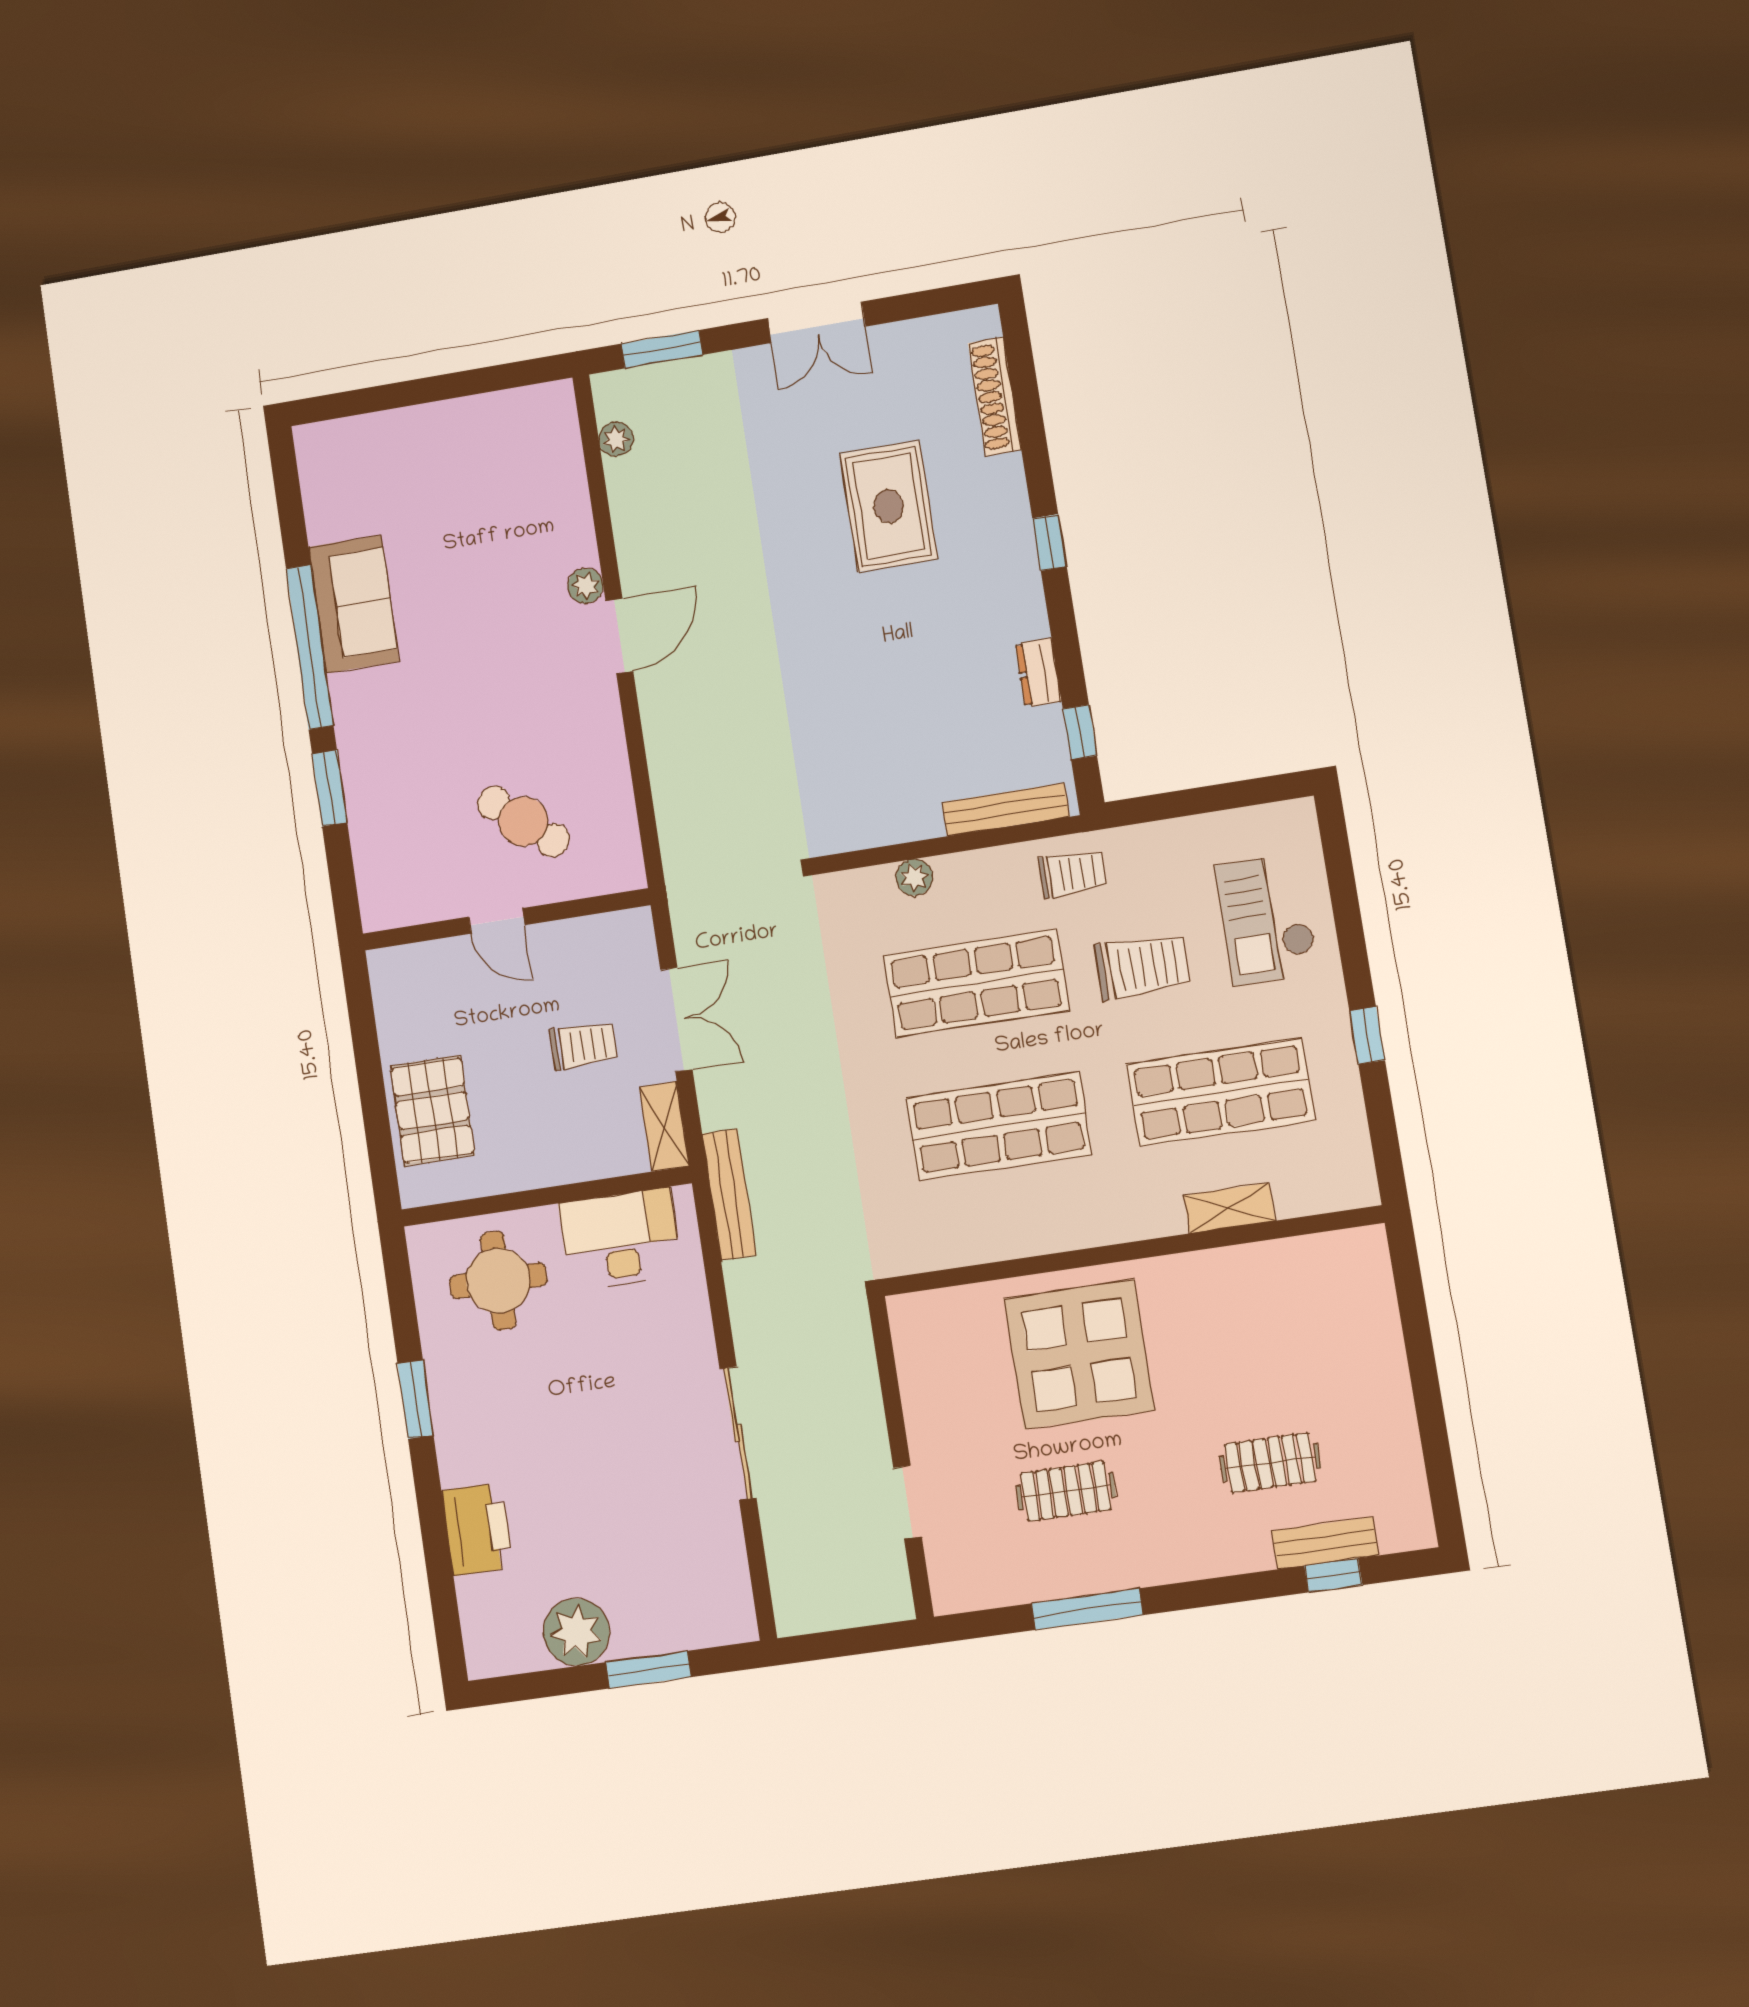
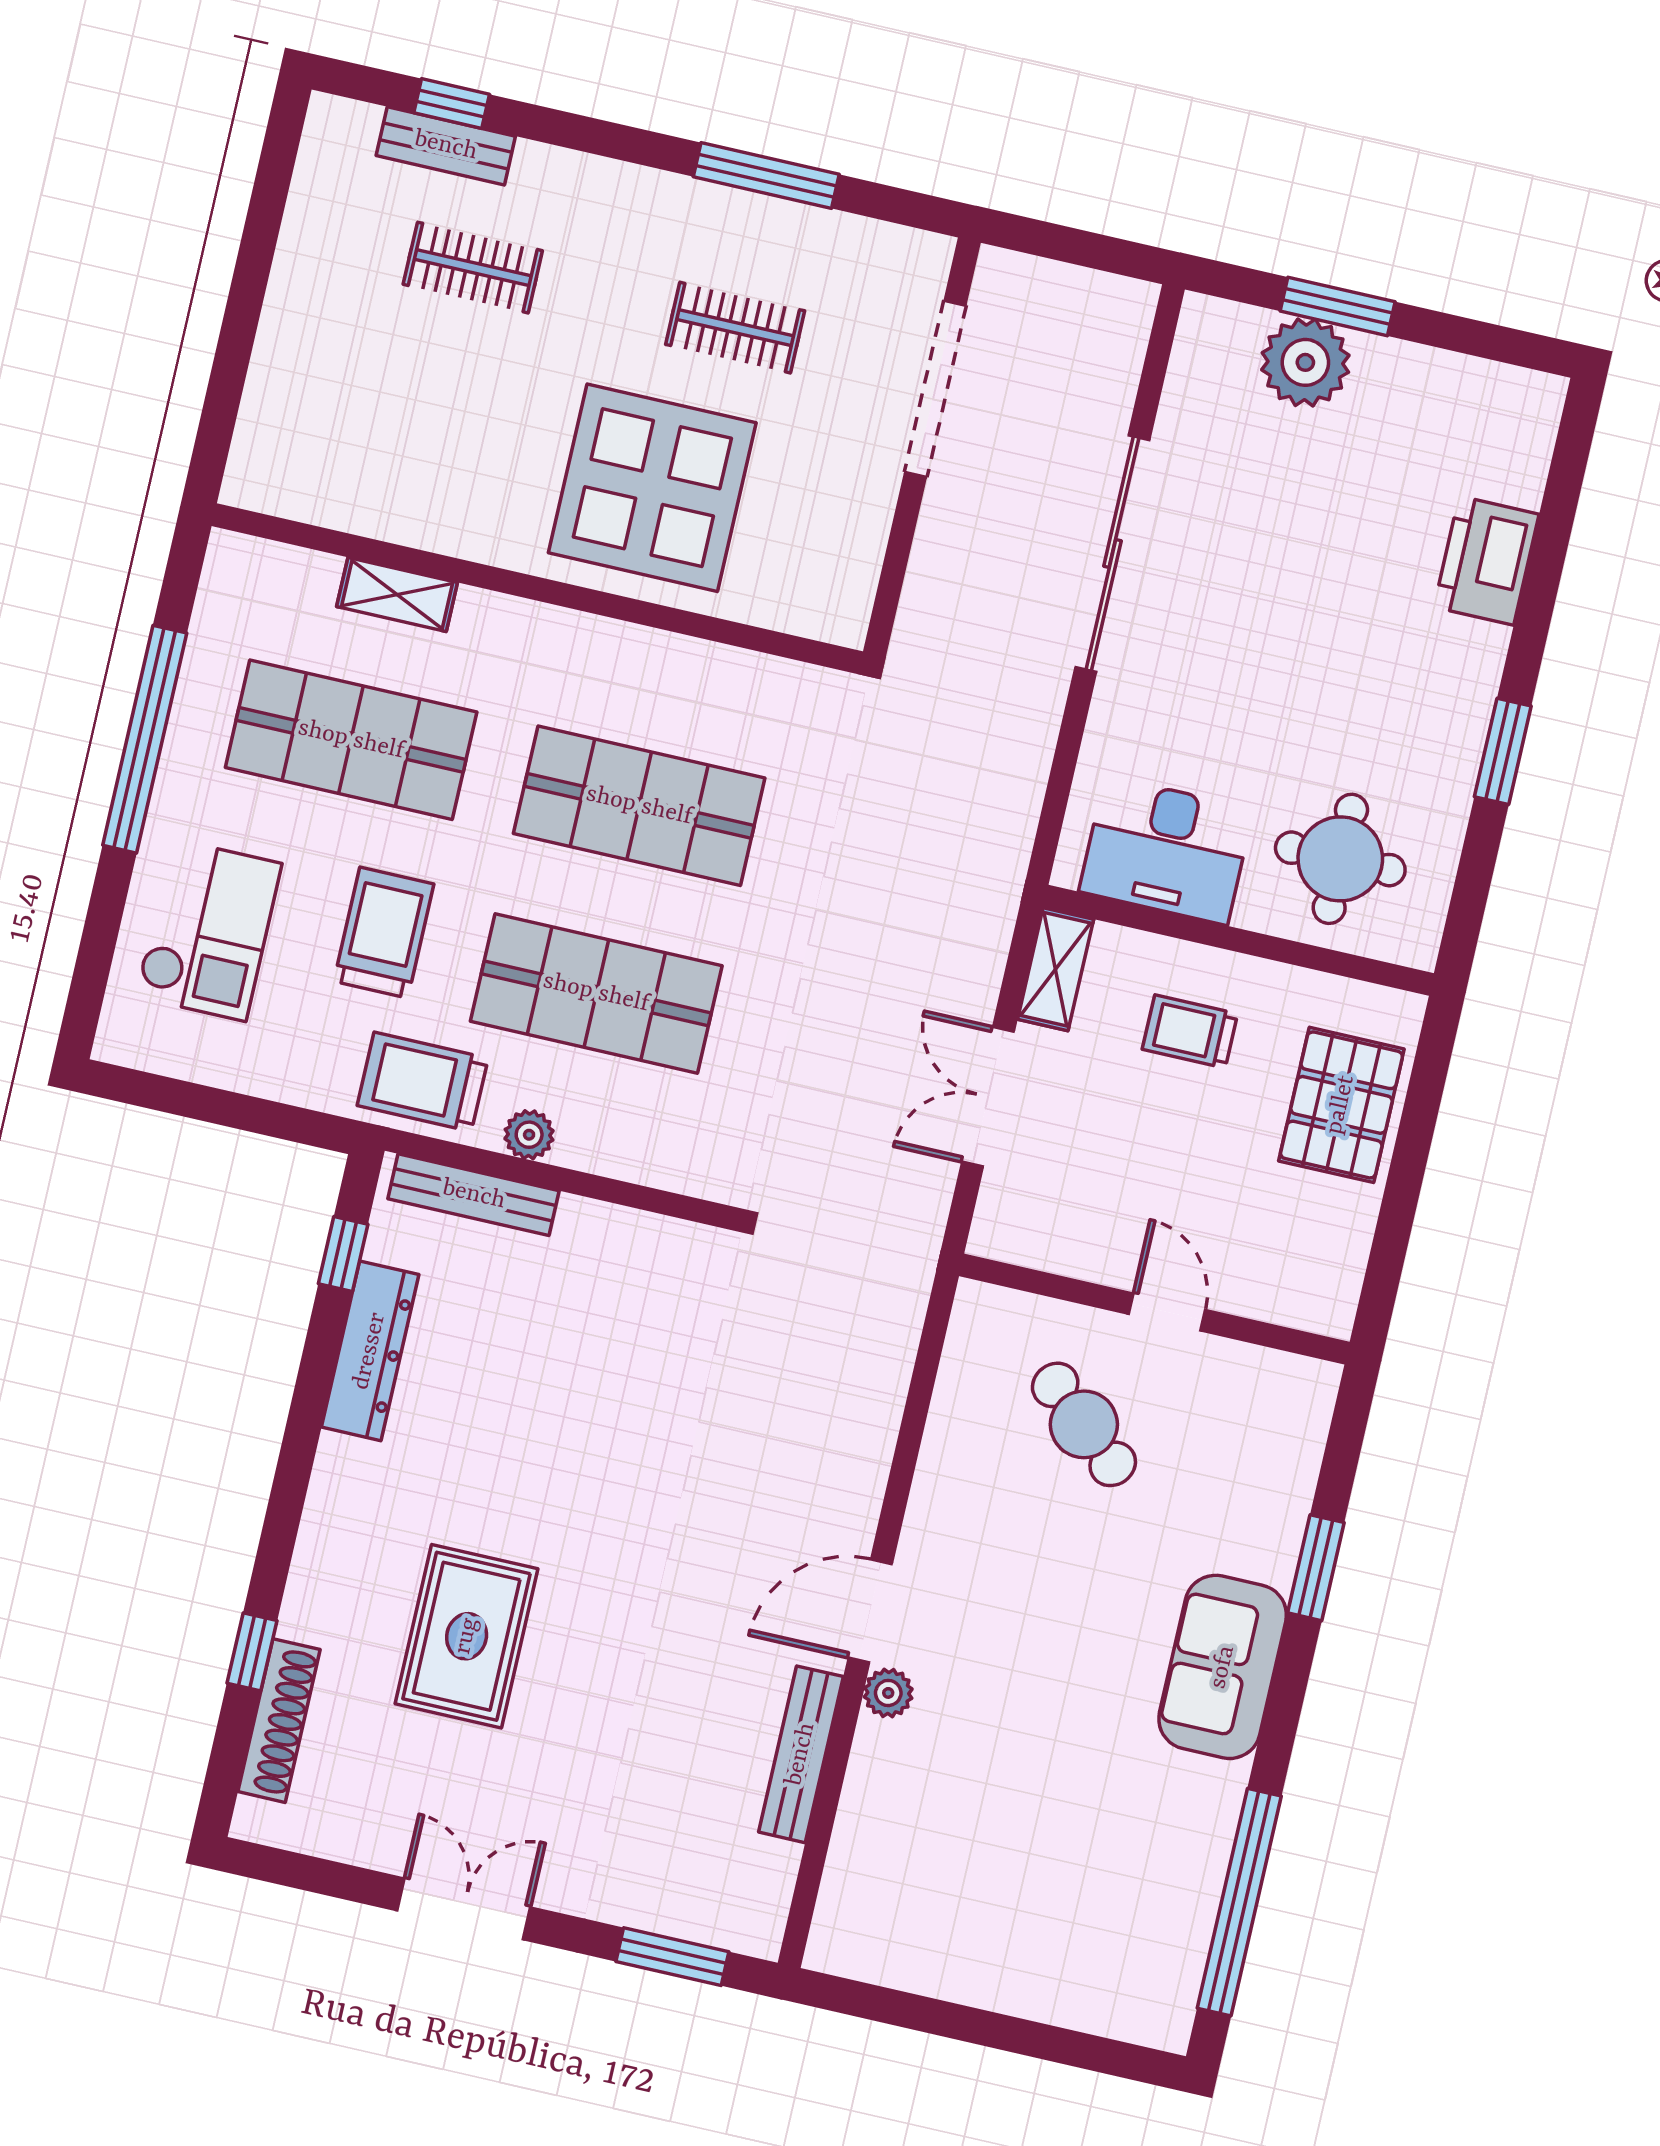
plant: (616, 439) -> (776, 1865), removed
window: (1049, 542) -> (252, 1652), moved
sofa: (354, 604) -> (1223, 1667), moved
window: (310, 647) -> (1239, 1902), moved
dresser: (1038, 673) -> (370, 1351), width x1.96, depth x1.24
trolley: (1073, 873) -> (423, 1082), width x1.36, depth x1.39
plant: (914, 877) -> (529, 1135), moved
trolley: (1142, 966) -> (384, 933), turned 90
window: (1367, 1035) -> (145, 739), width x3.17
trolley: (583, 1045) -> (1190, 1032), moved
bench: (729, 1194) -> (801, 1754), moved
sliding door: (738, 1433) -> (1112, 554), width x1.36
doorway: (907, 1502) -> (935, 389), width x1.88
plant: (576, 1632) -> (1305, 362), moved

